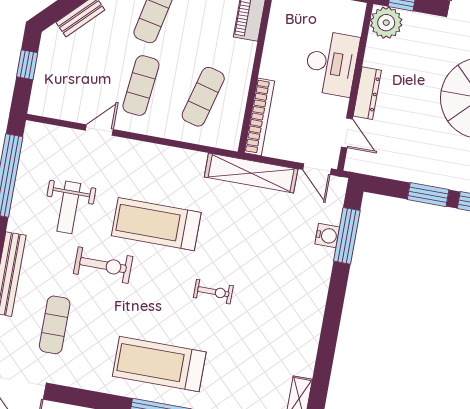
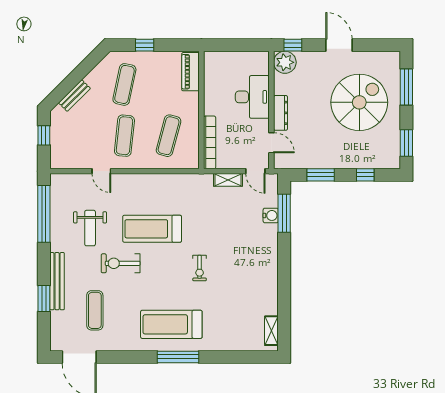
door: (99, 130) -> (101, 171), swing flipped
shelving: (251, 173) -> (228, 180), width x0.45, depth x0.75
window: (428, 195) -> (321, 175), moved
exercise bike: (103, 265) -> (121, 263), turned 180
exercise bike: (213, 292) -> (200, 268), turned 90

